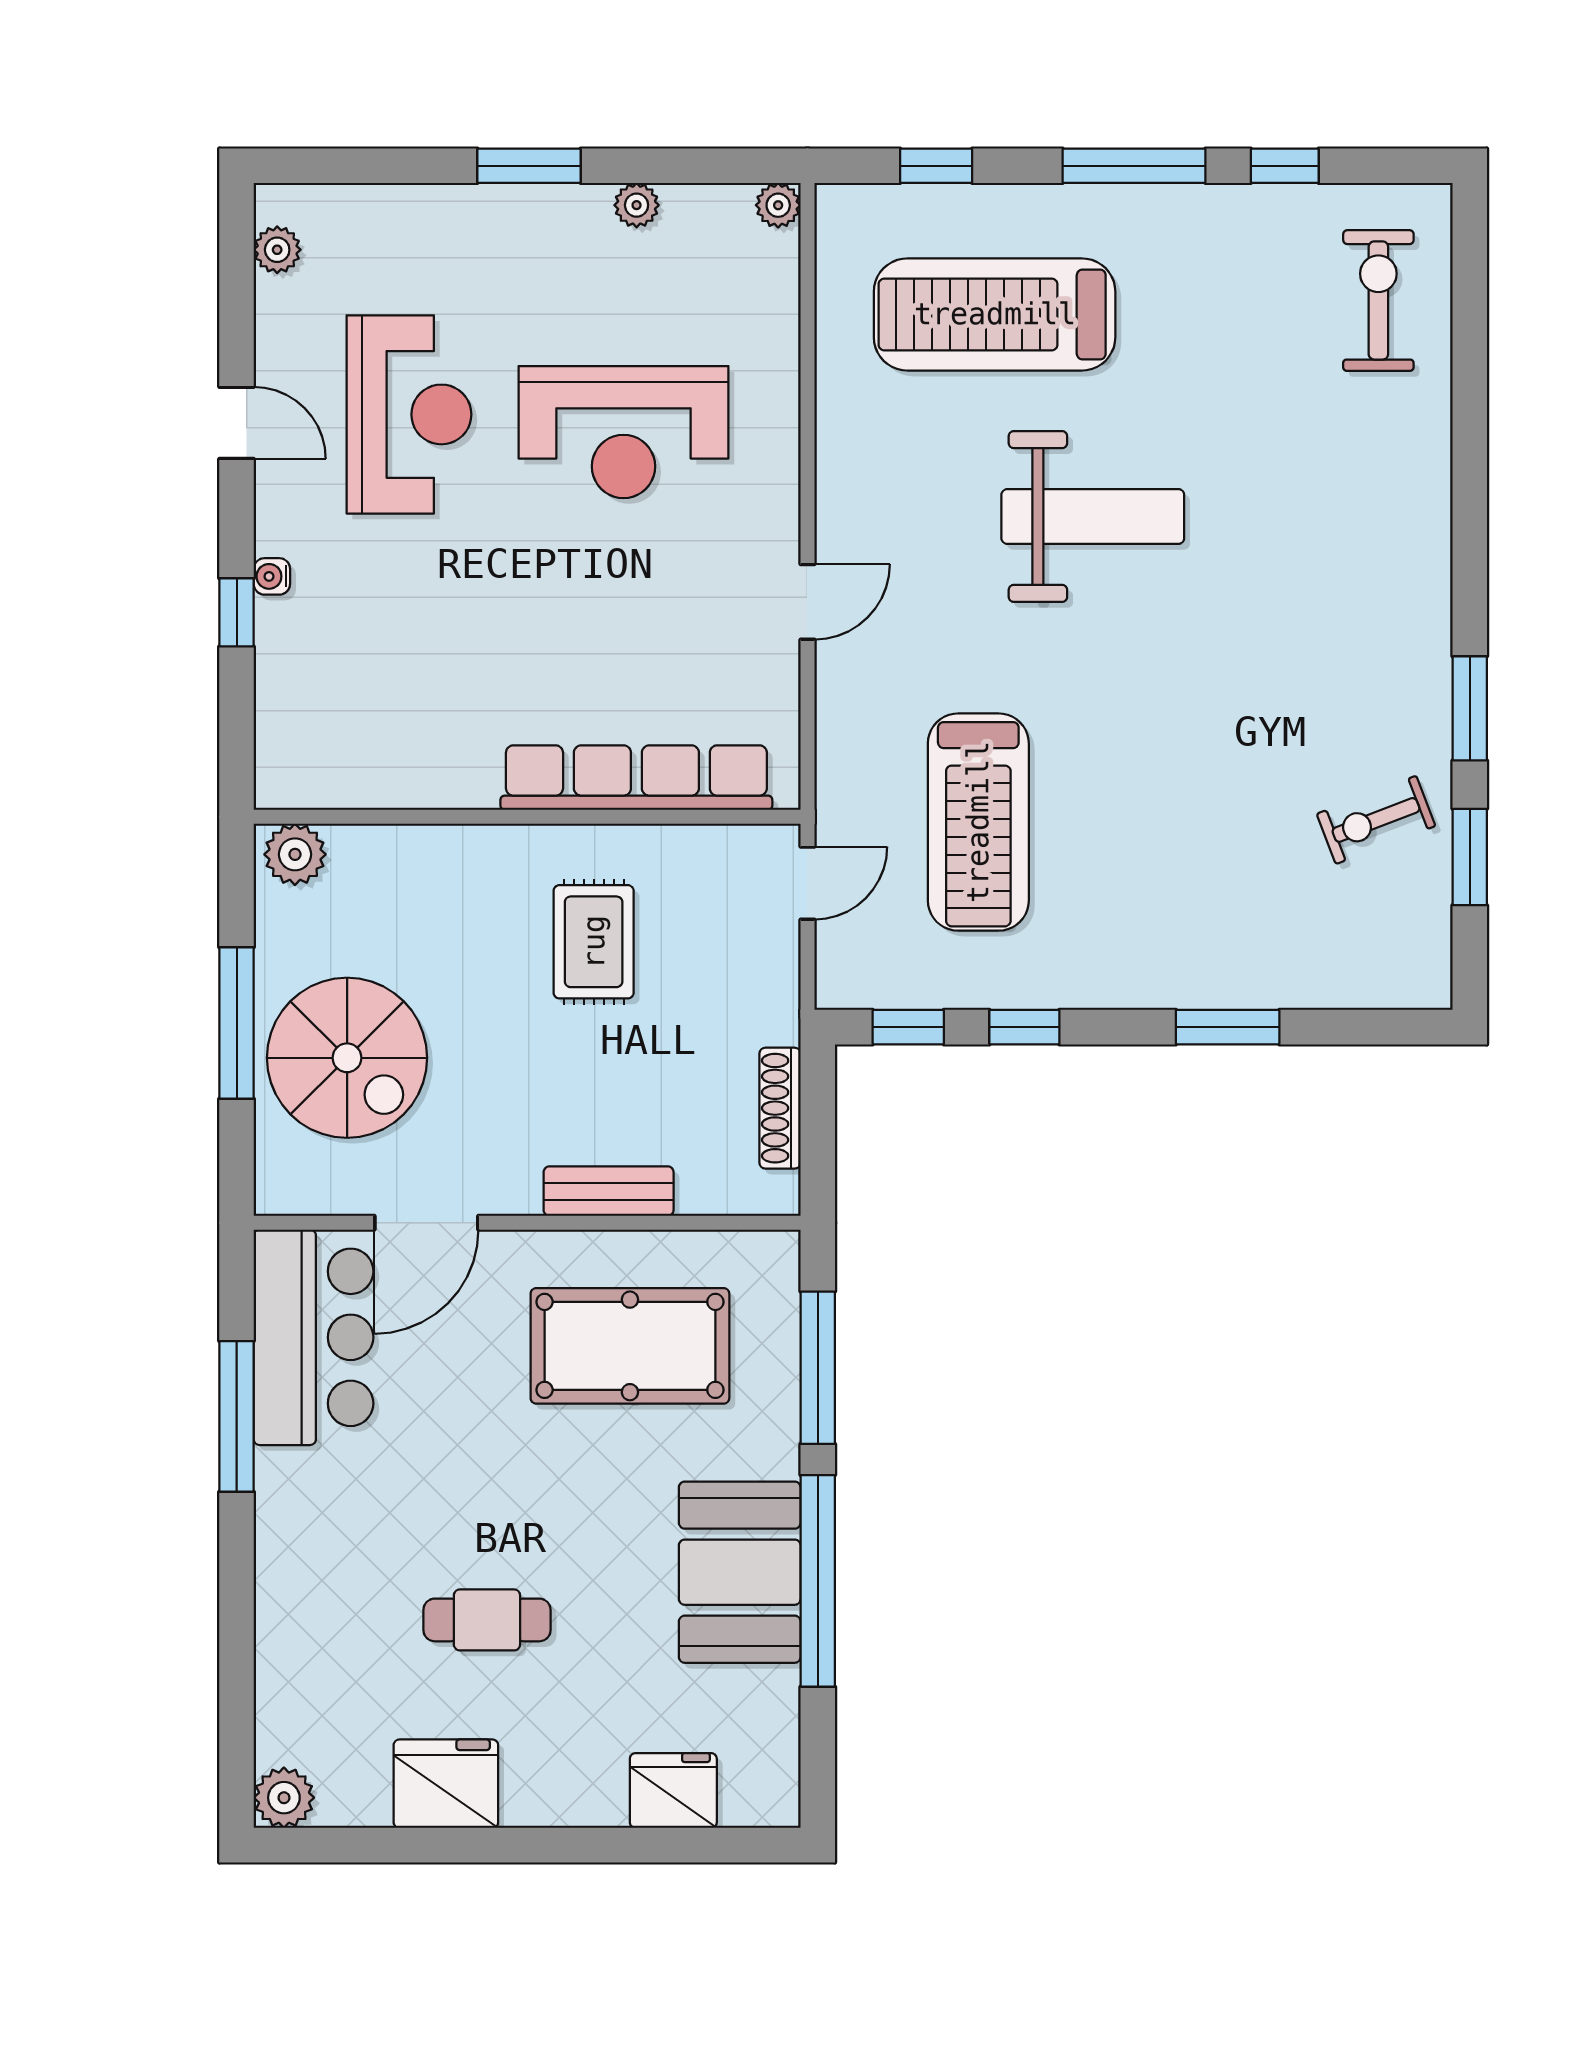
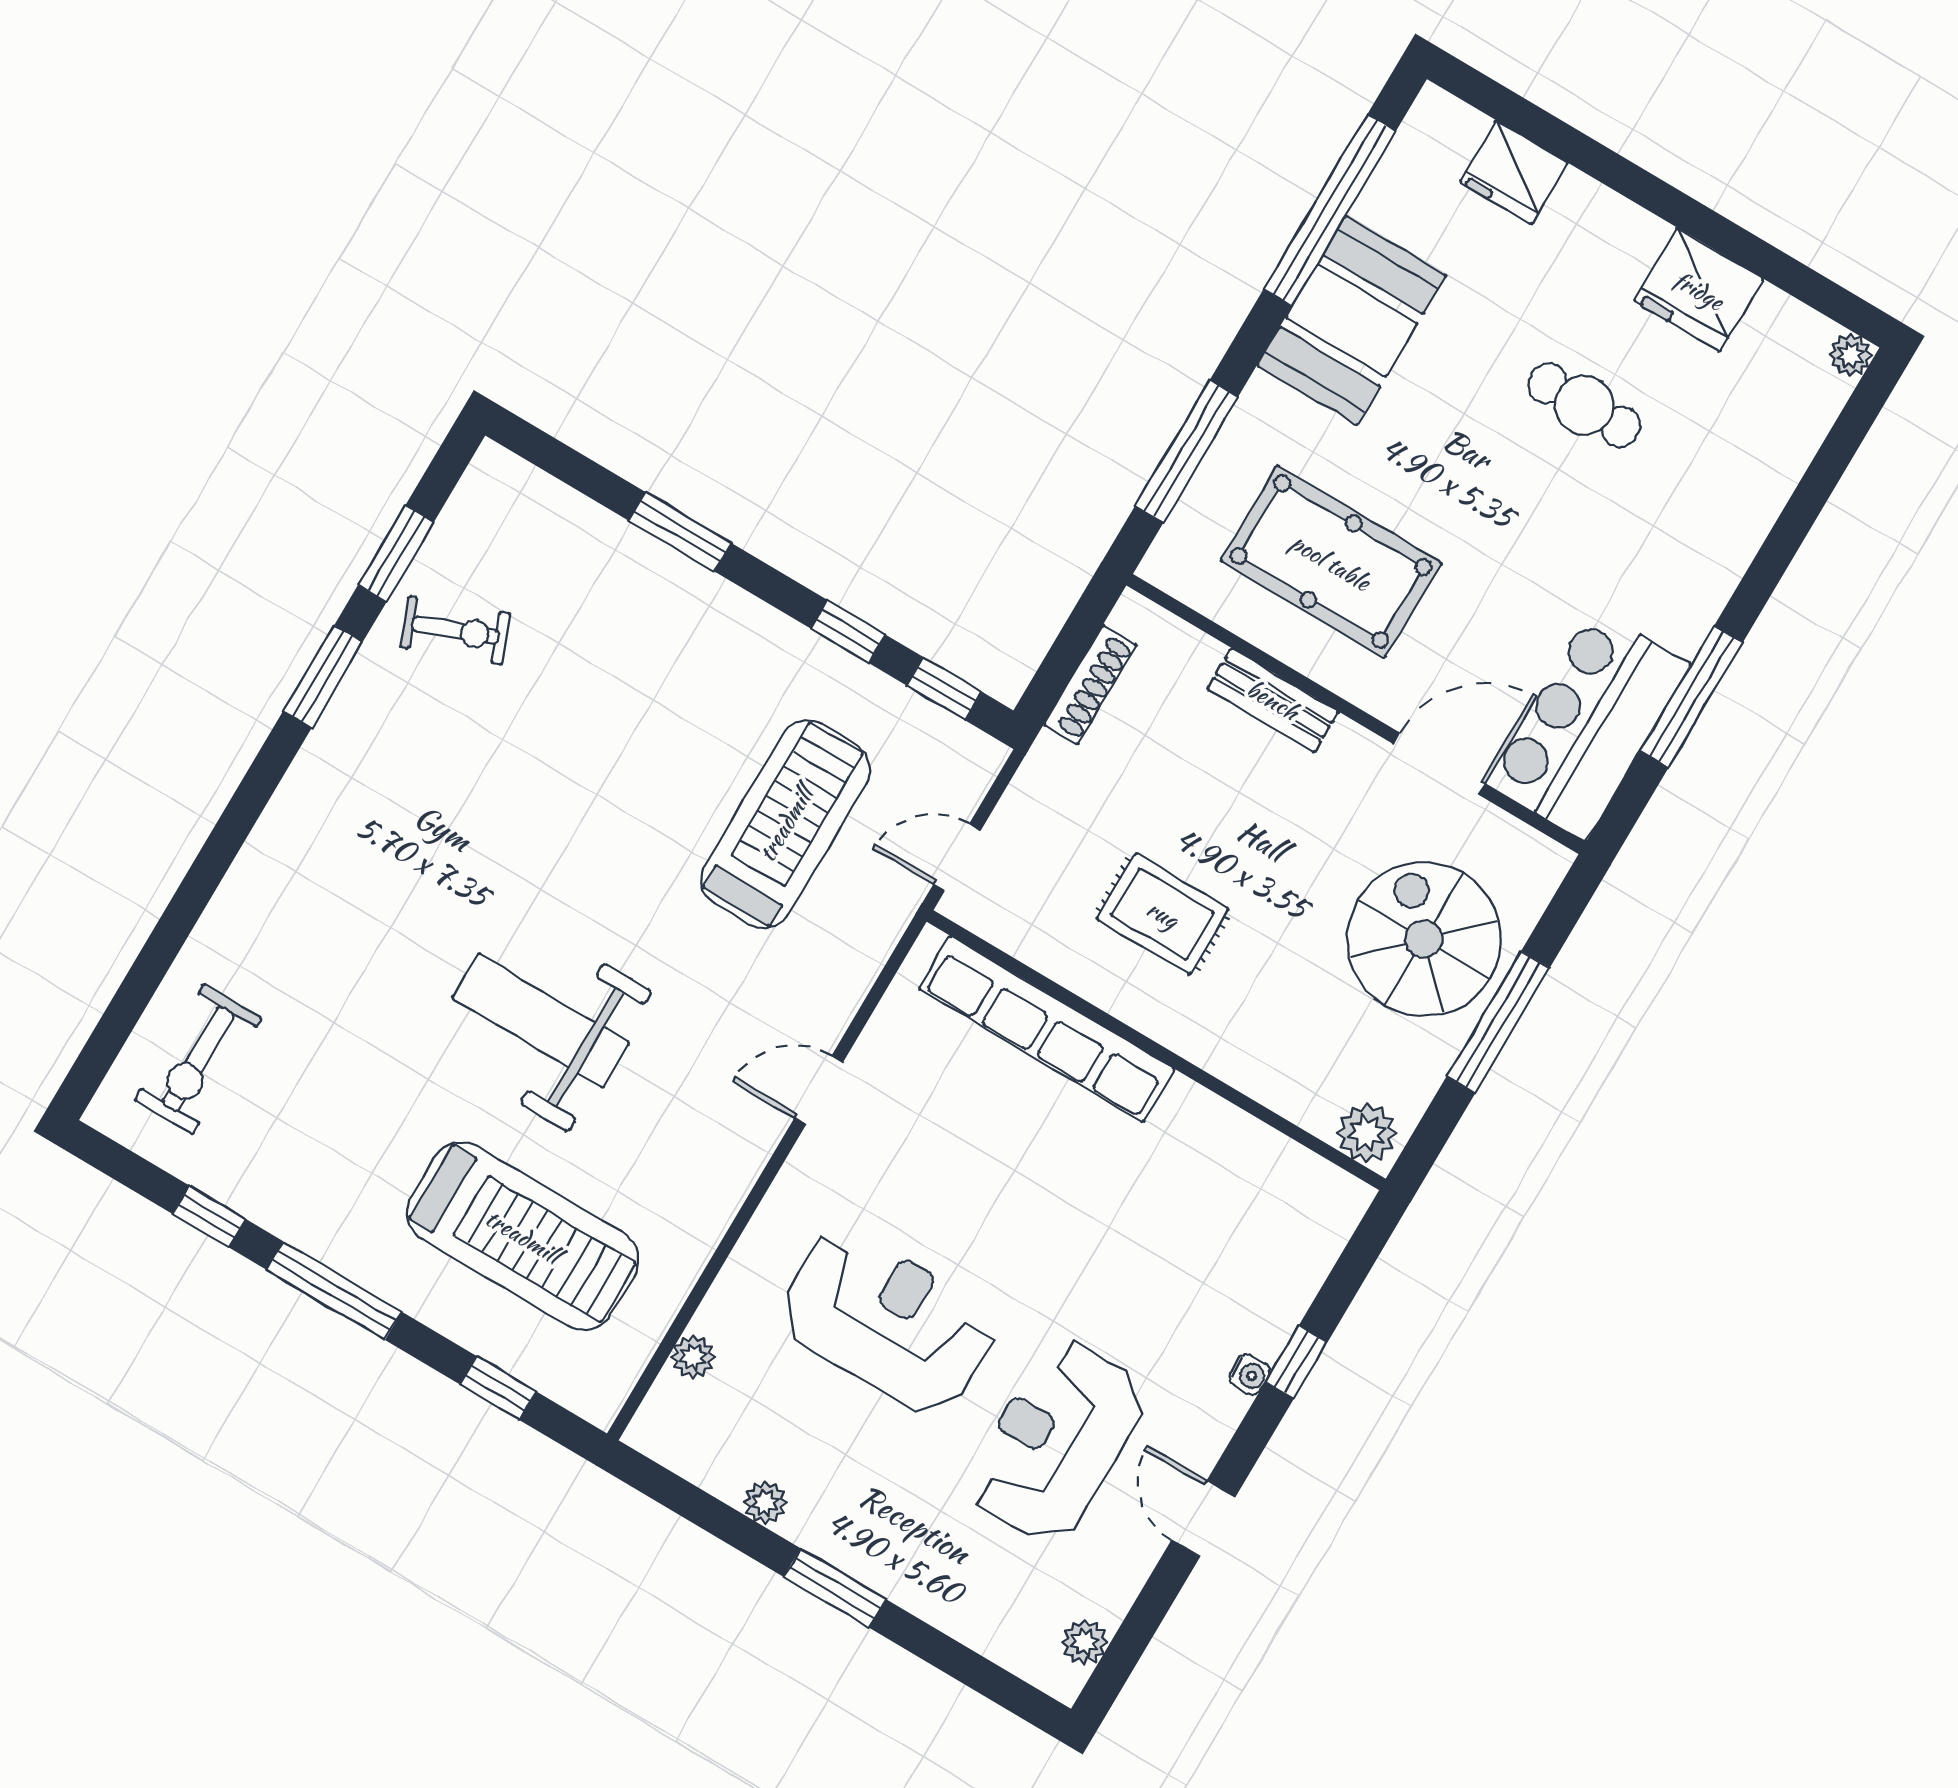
plant: (778, 205) -> (693, 1357), moved
rug: (594, 942) -> (1163, 914), turned 90
window: (818, 1581) -> (1330, 210), moved
plant: (284, 1798) -> (1850, 355), width x0.73, depth x0.73

